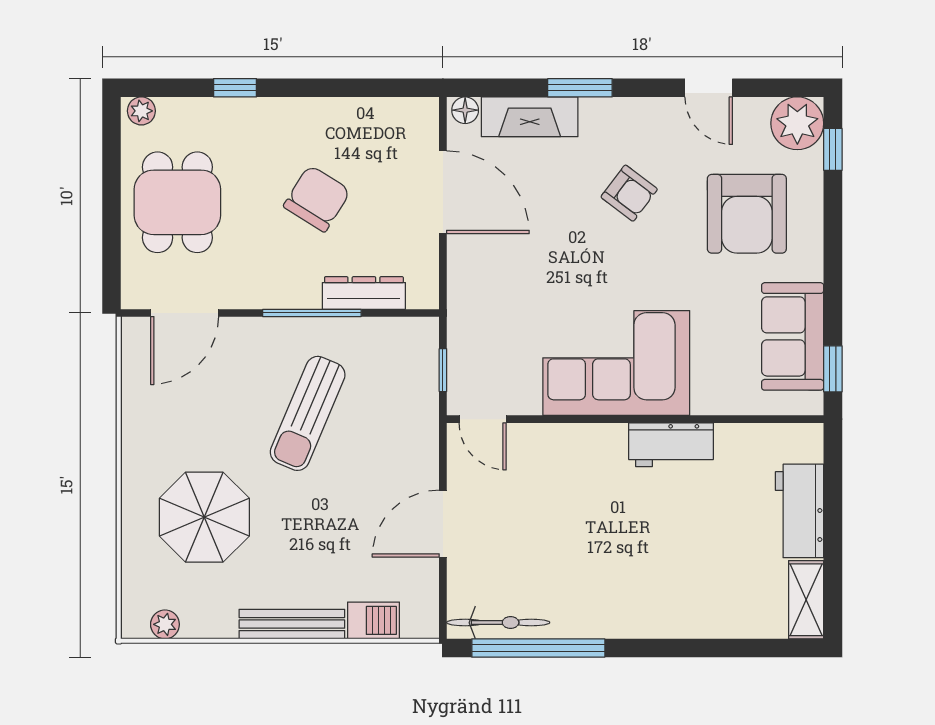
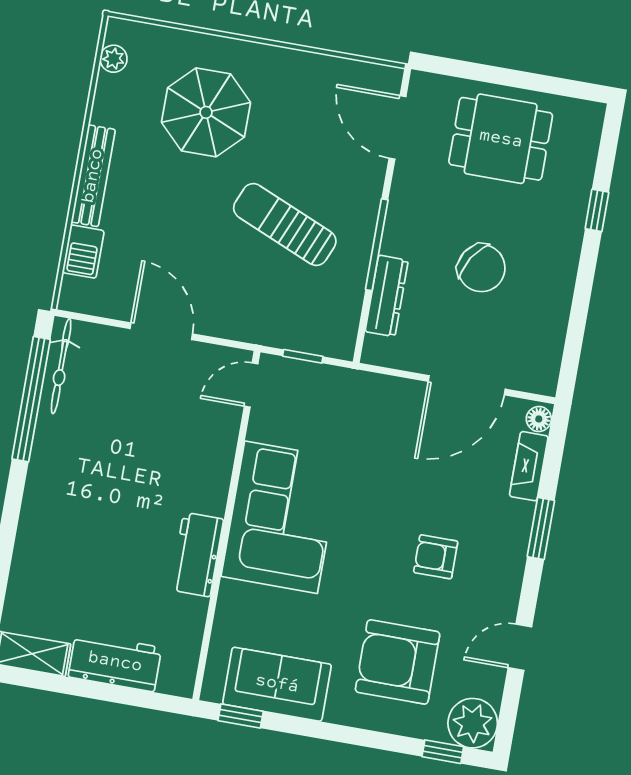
plant: (141, 111) -> (591, 120), removed
fireplace: (530, 117) -> (529, 466), width x0.73, depth x0.76
armchair: (629, 193) -> (436, 557), turned 53

